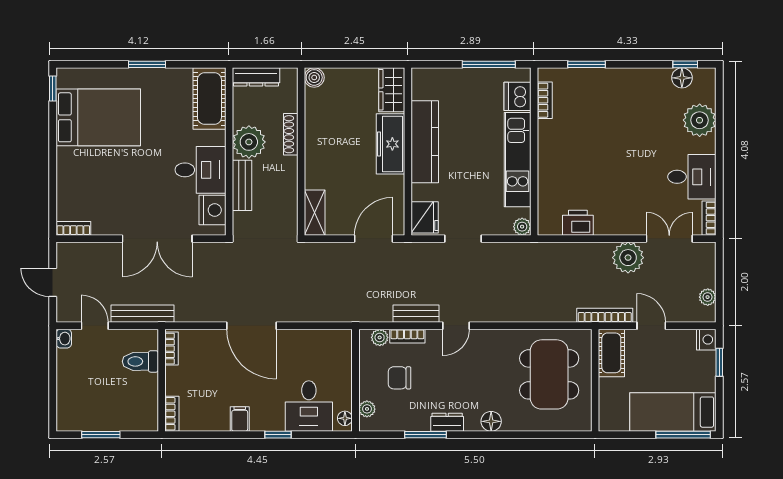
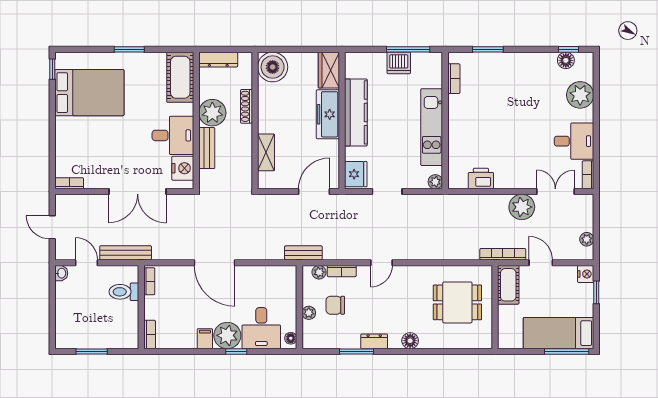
boiler: (314, 77) -> (273, 67), width x1.86, depth x1.86
dishwasher: (517, 96) -> (399, 63), moved, turned -90
shelving: (315, 213) -> (266, 152), moved
bench: (416, 314) -> (303, 253), moved
dining table: (549, 374) -> (457, 302), width x0.73
plant: (367, 409) -> (309, 313), moved
plant: (267, 415) -> (227, 335), added

